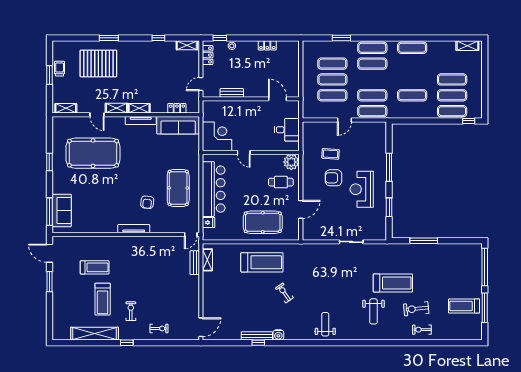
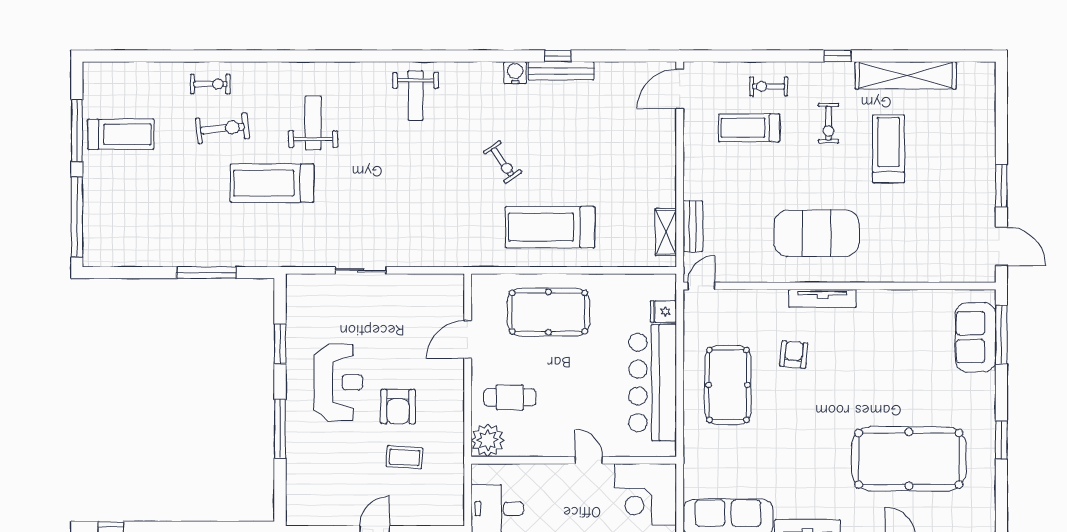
armchair: (334, 178) -> (398, 407), turned 90
exercise mat: (136, 259) -> (817, 233), added
treadmill: (95, 267) -> (749, 128), moved

